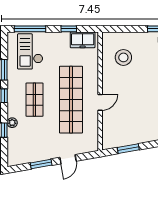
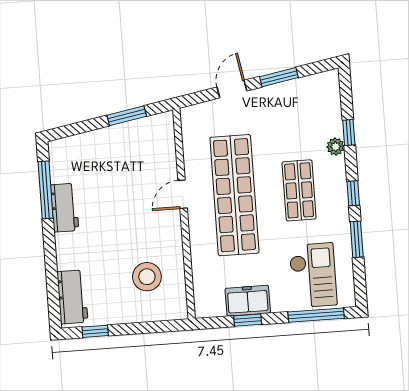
freezer: (83, 40) -> (248, 301), moved

